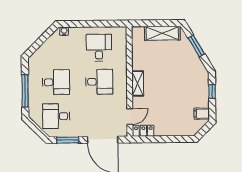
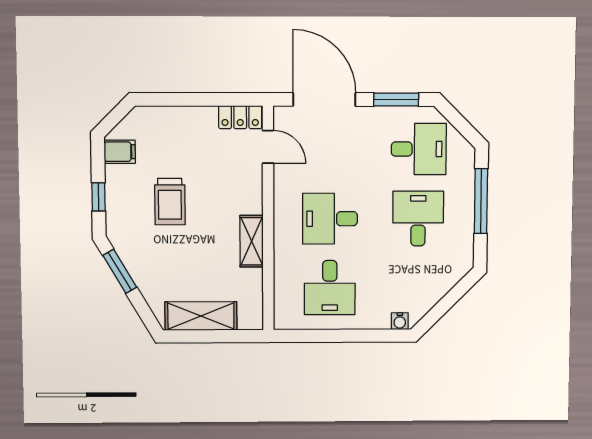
window: (196, 46) -> (120, 271), moved
desk: (56, 82) -> (418, 219), turned 90
shelving: (138, 84) -> (252, 241), moved
trolley: (177, 90) -> (170, 202), added
door: (130, 117) -> (268, 147), swing flipped

